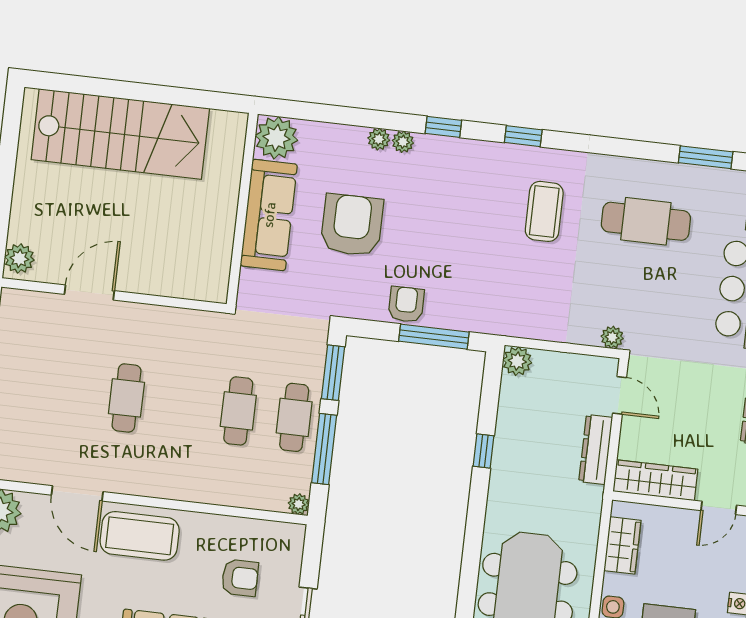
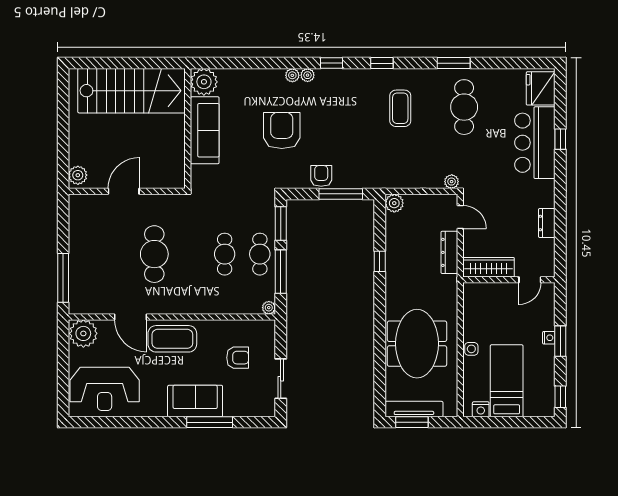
plant: (276, 138) -> (204, 82), moved
window: (706, 157) -> (454, 63), moved
wall: (242, 209) -> (188, 128), moved
sofa: (269, 215) -> (205, 130), moved
cafe table: (646, 221) -> (464, 107), turned 90
cafe table: (126, 398) -> (154, 254), width x1.37, depth x1.35
wardrobe: (622, 545) -> (473, 310), removed

